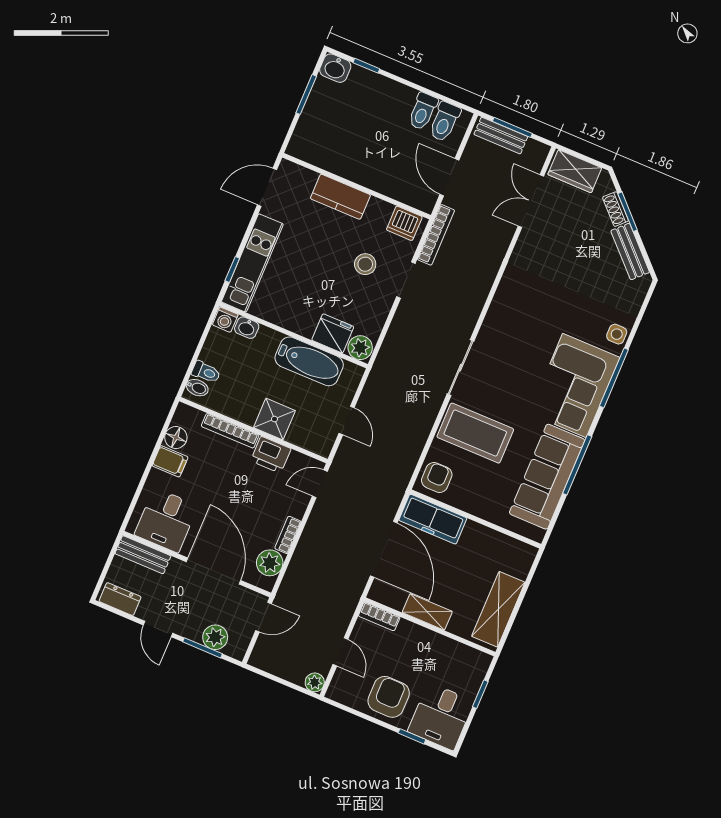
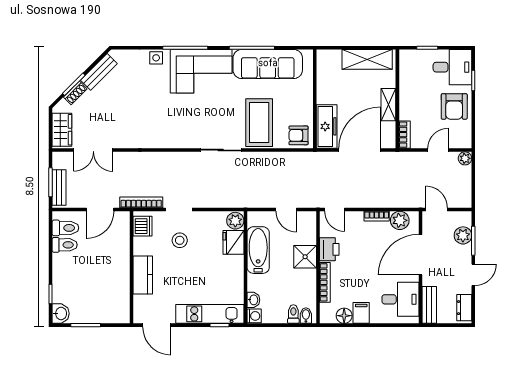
door: (347, 421) -> (286, 210), swing flipped
armchair: (389, 697) -> (454, 106), turned -90

